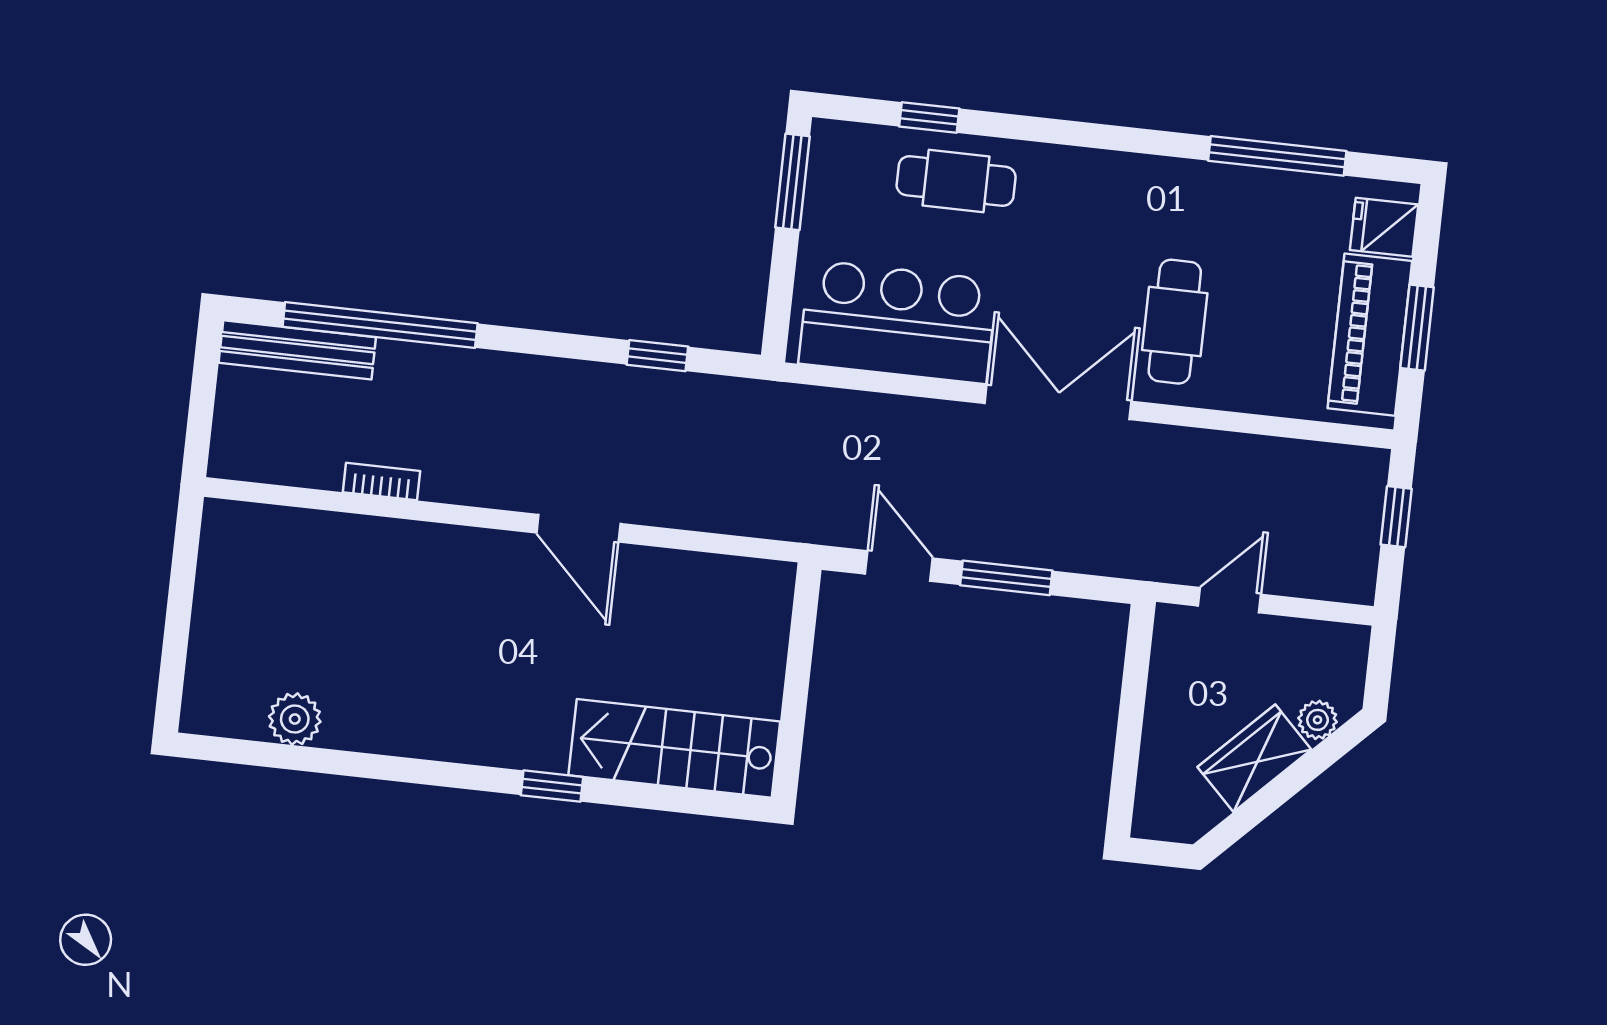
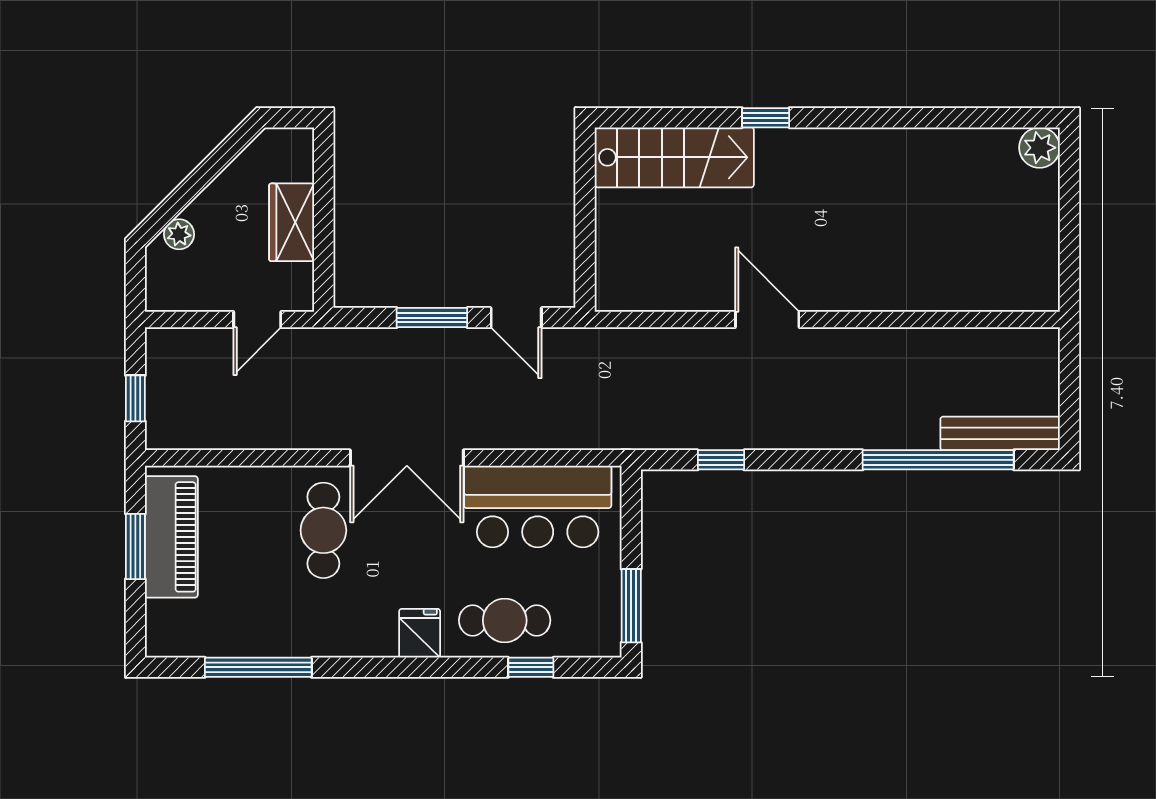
fridge: (1384, 227) -> (420, 633), moved, turned -90
bookcase: (382, 482) -> (924, 339), removed
plant: (295, 719) -> (1039, 148), moved
wardrobe: (1254, 758) -> (292, 222), moved, turned 135

